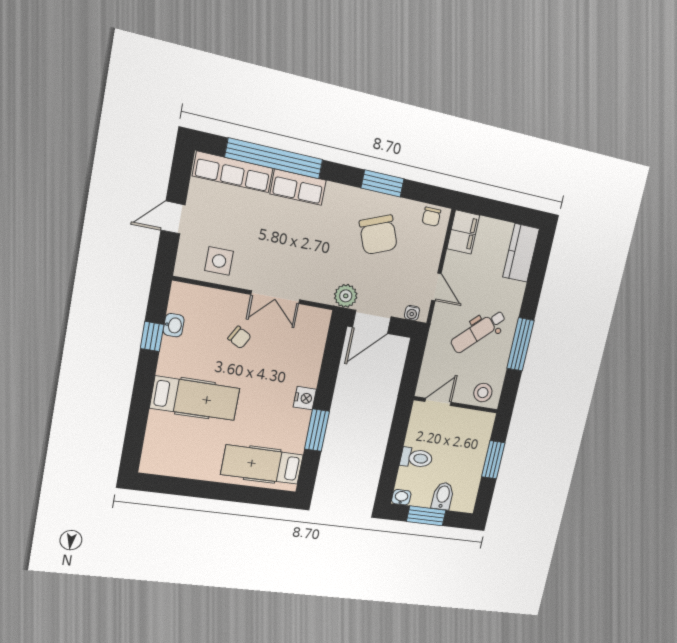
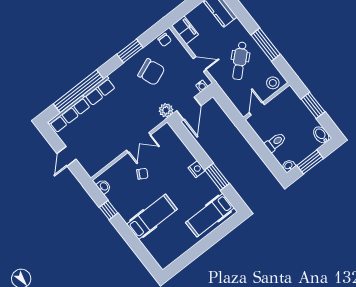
side table: (219, 261) -> (101, 153), removed
washbasin: (174, 325) -> (104, 187), moved
bidet: (443, 496) -> (321, 135), moved

